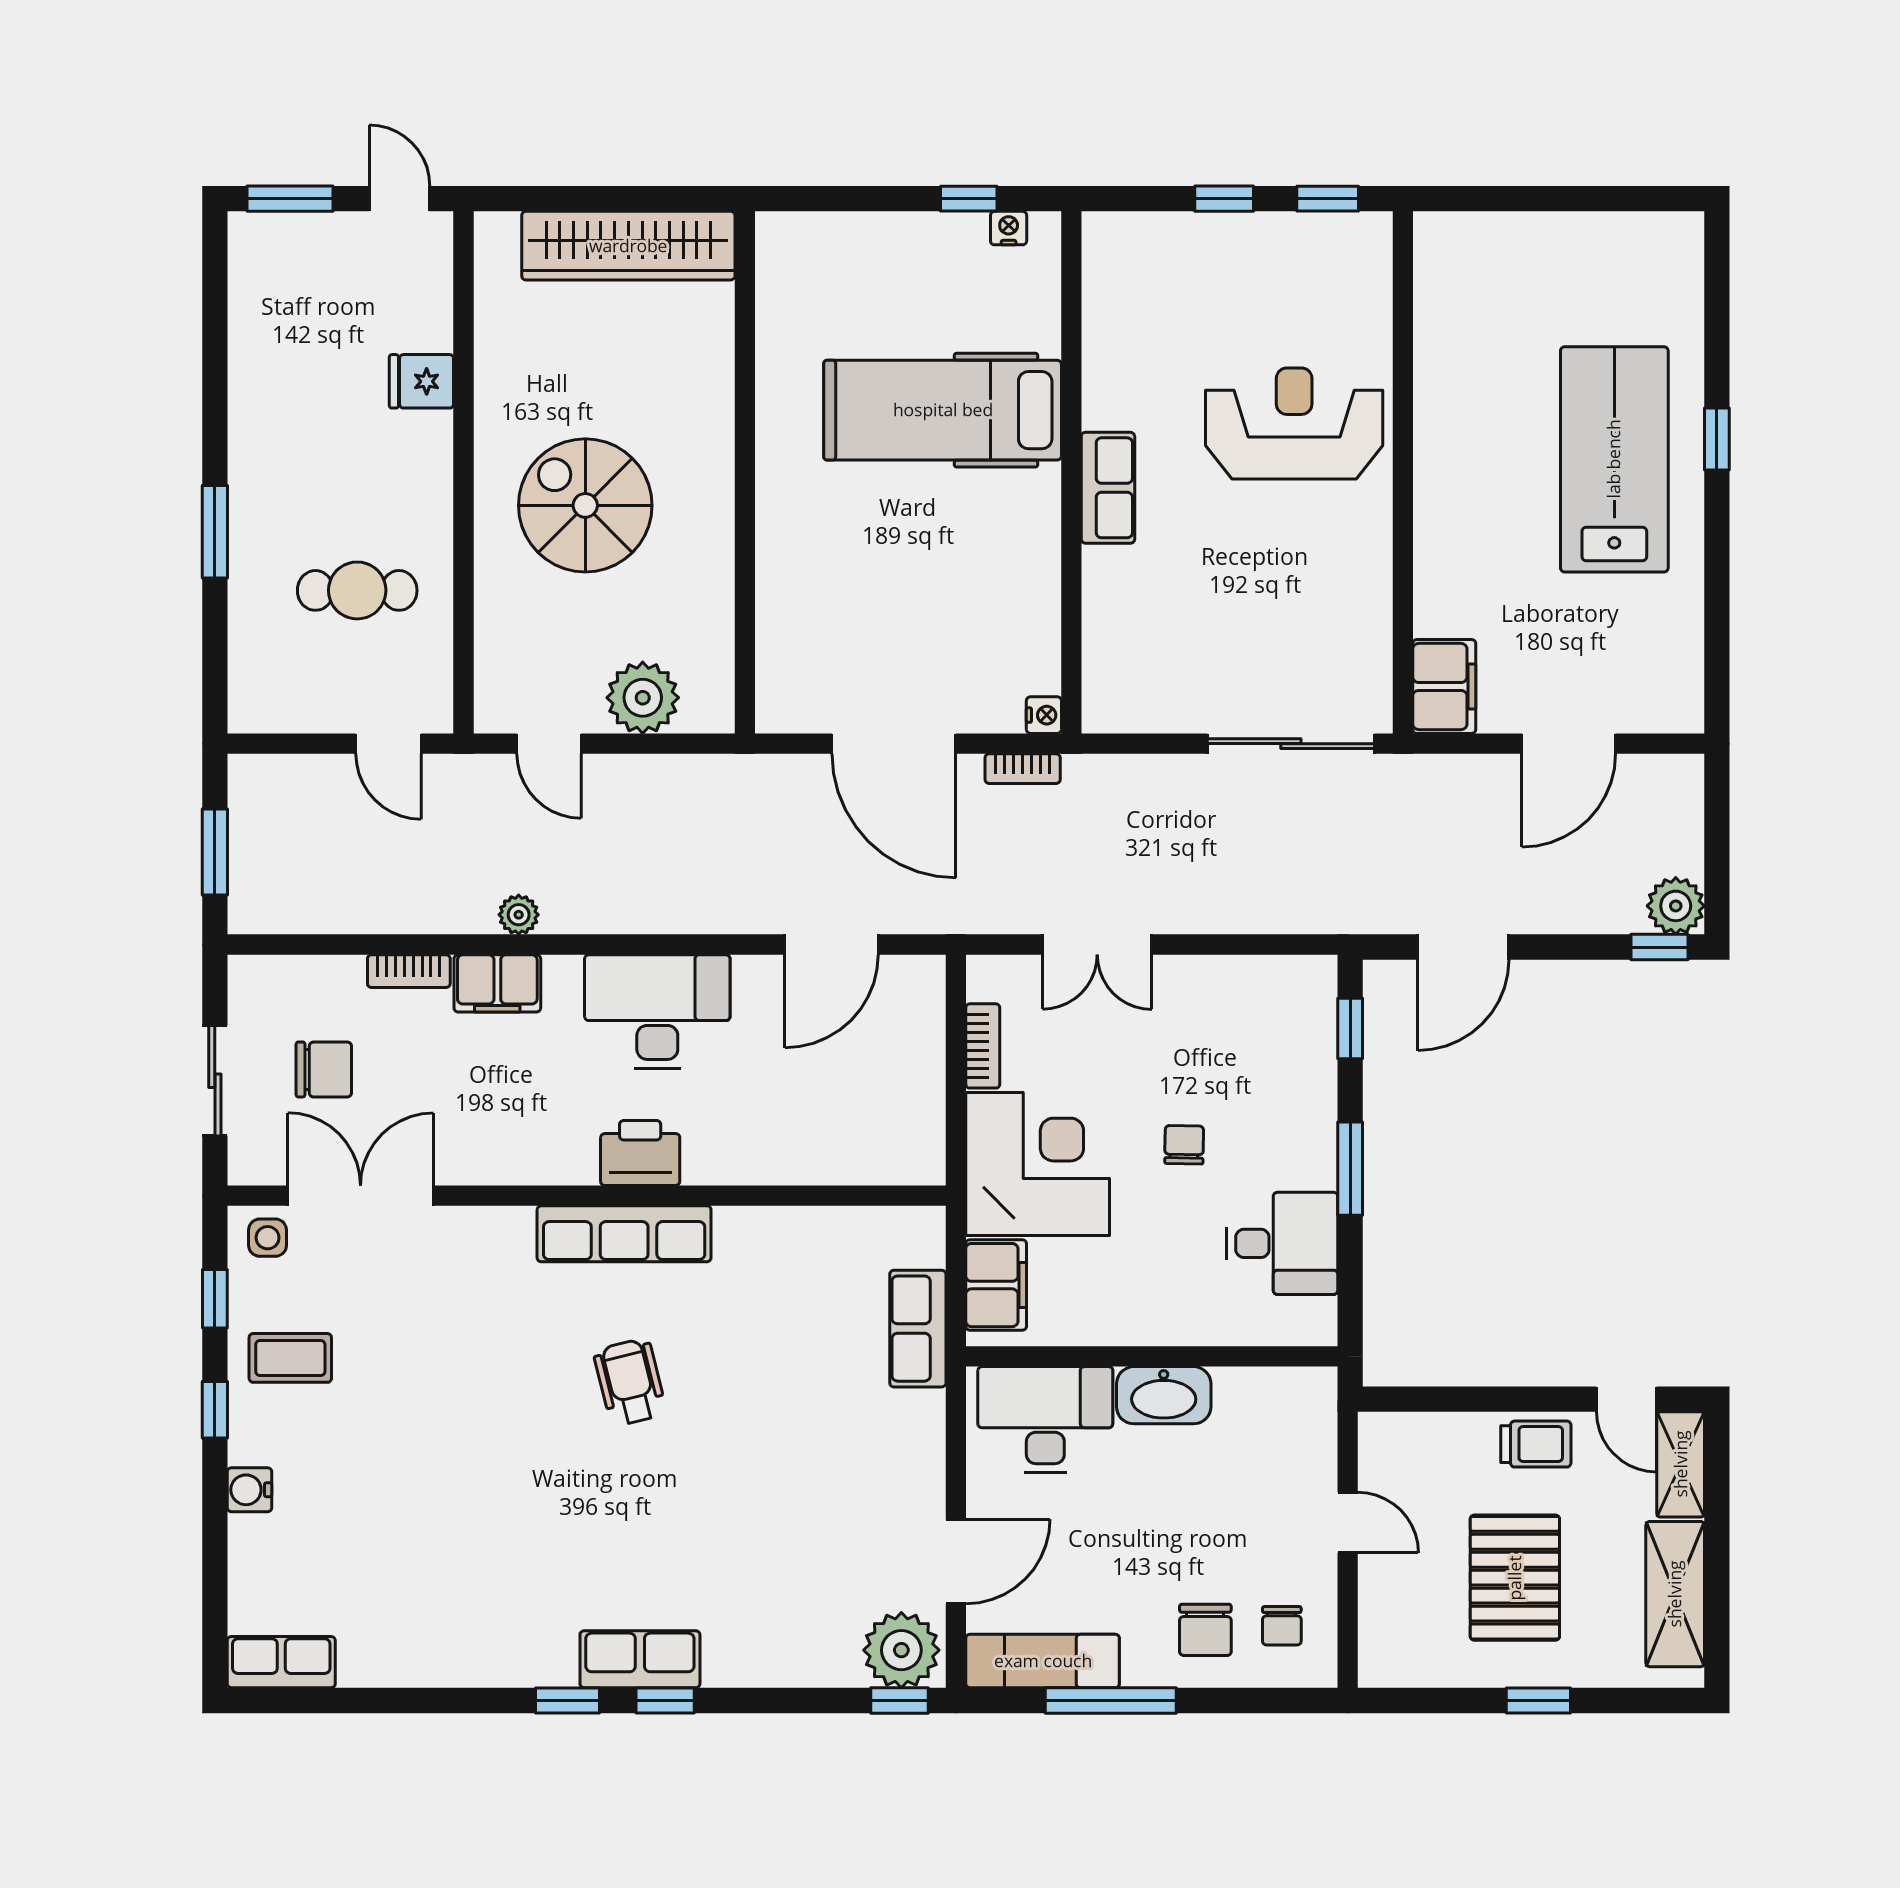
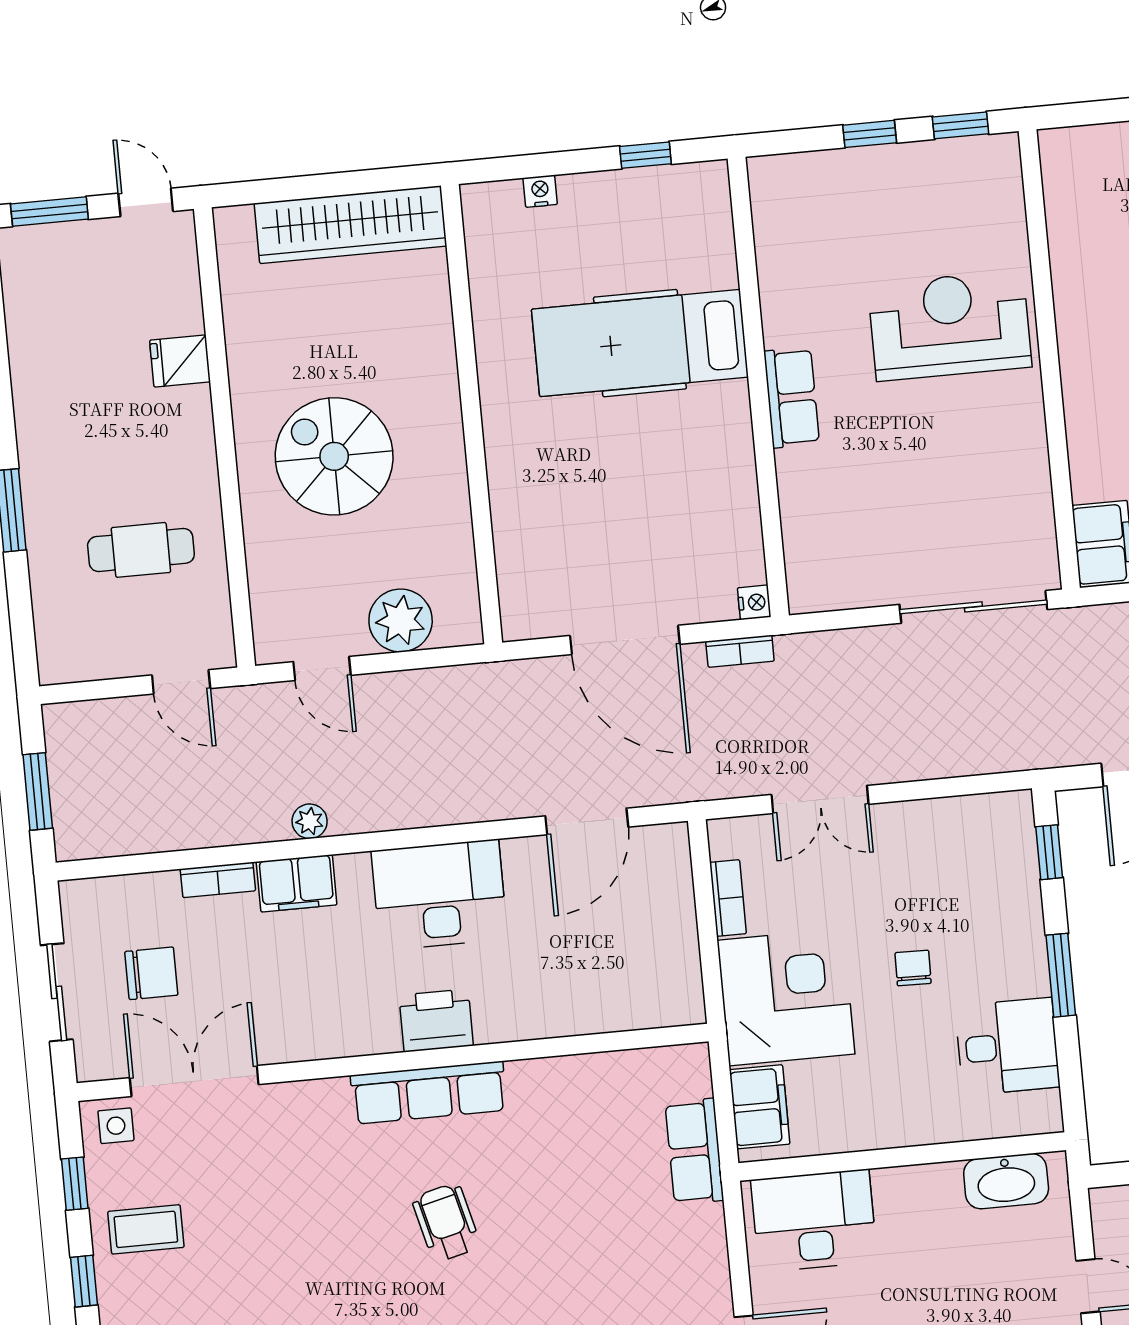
nightstand: (1009, 228) -> (540, 191), moved
washbasin: (1164, 1395) -> (1006, 1181), moved

